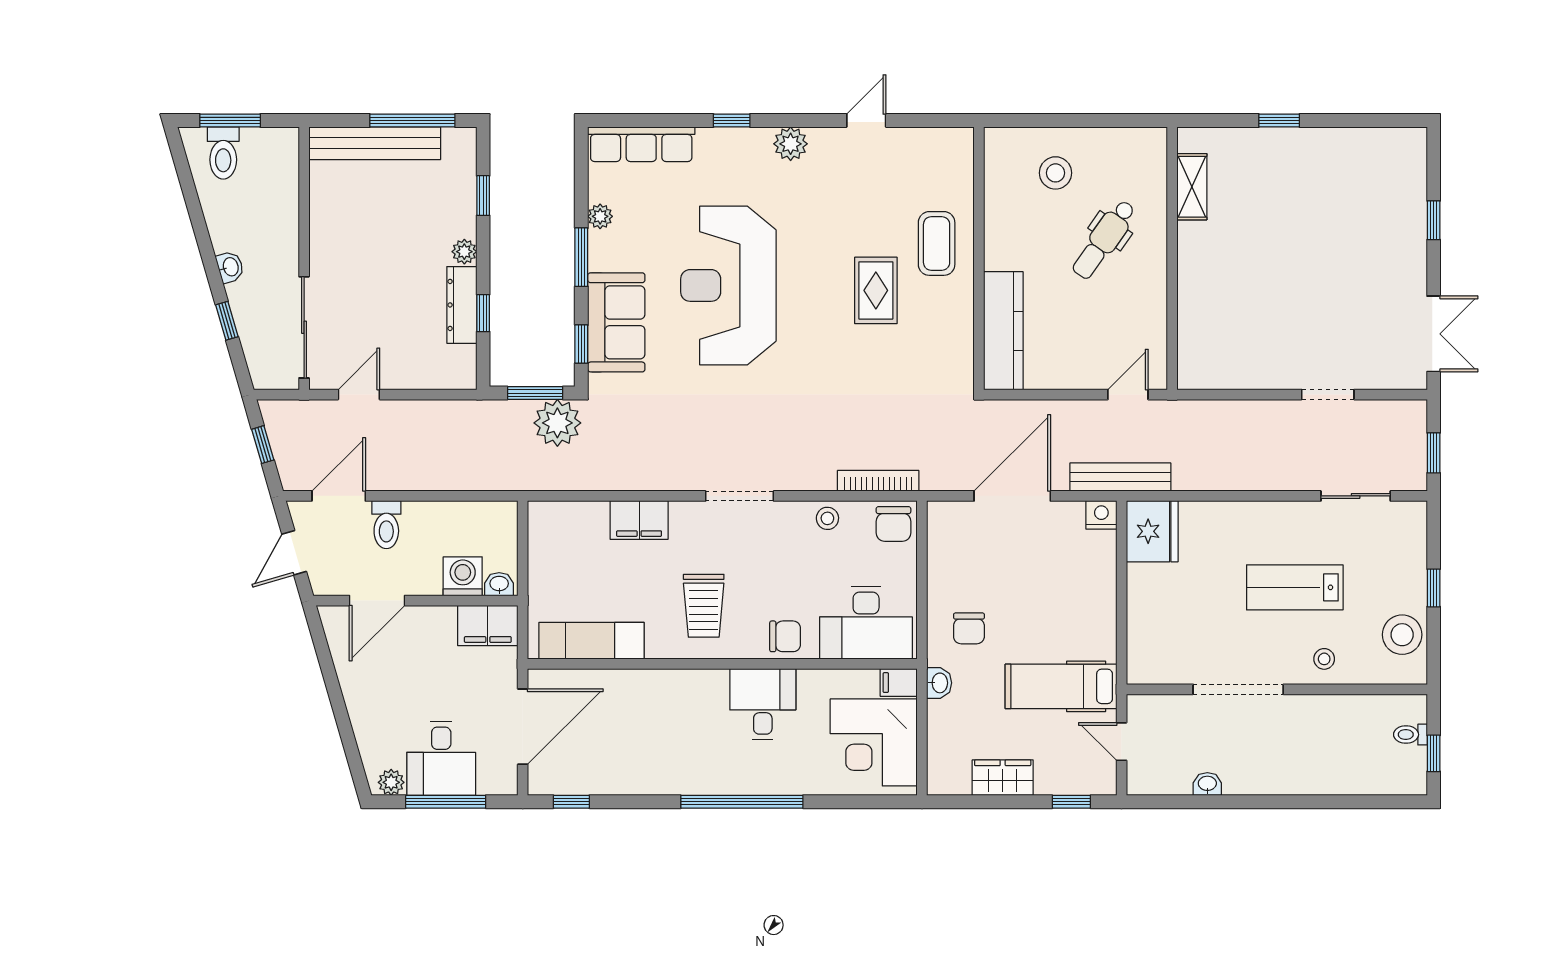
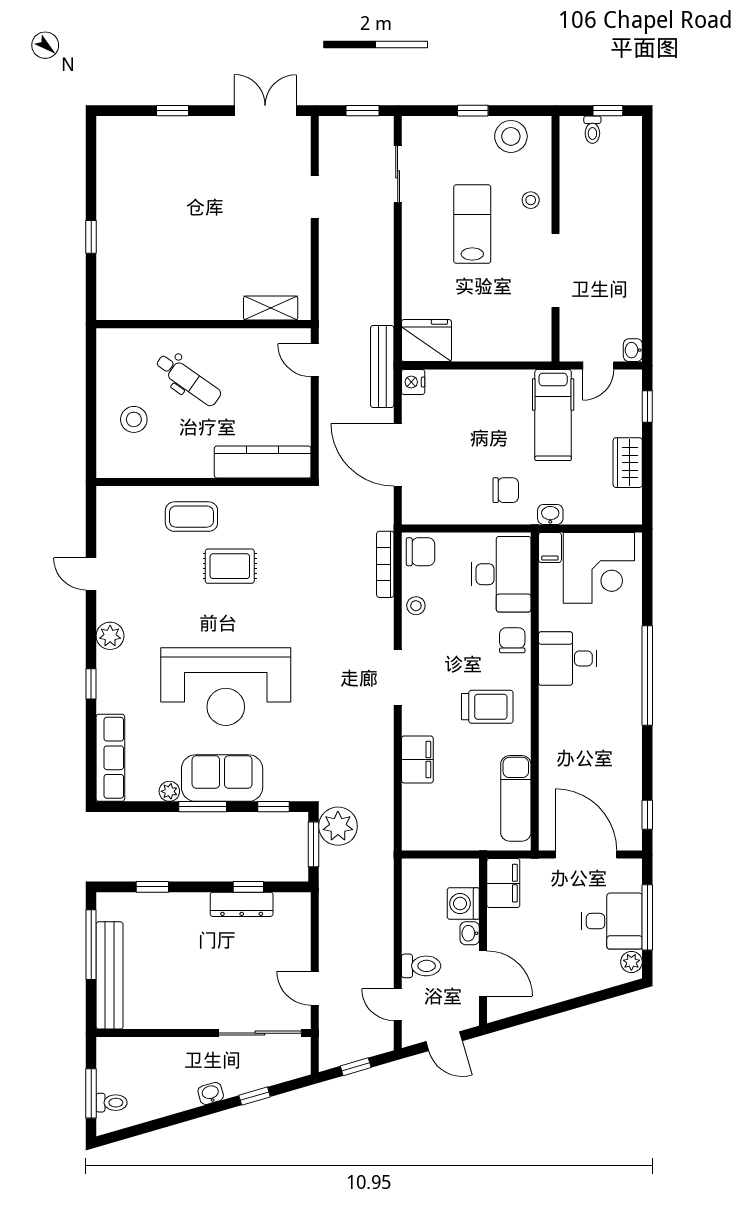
toilet: (223, 153) -> (112, 1103), width x0.73, depth x0.72
shelving: (1192, 187) -> (271, 308), moved
plant: (464, 252) -> (198, 902), removed
sofa: (616, 322) -> (222, 778), moved
door: (339, 496) -> (398, 1005), width x0.73
washbasin: (499, 584) -> (470, 933), moved
lab bench: (1295, 587) -> (472, 224), turned 180
washbasin: (1207, 784) -> (633, 350), moved

